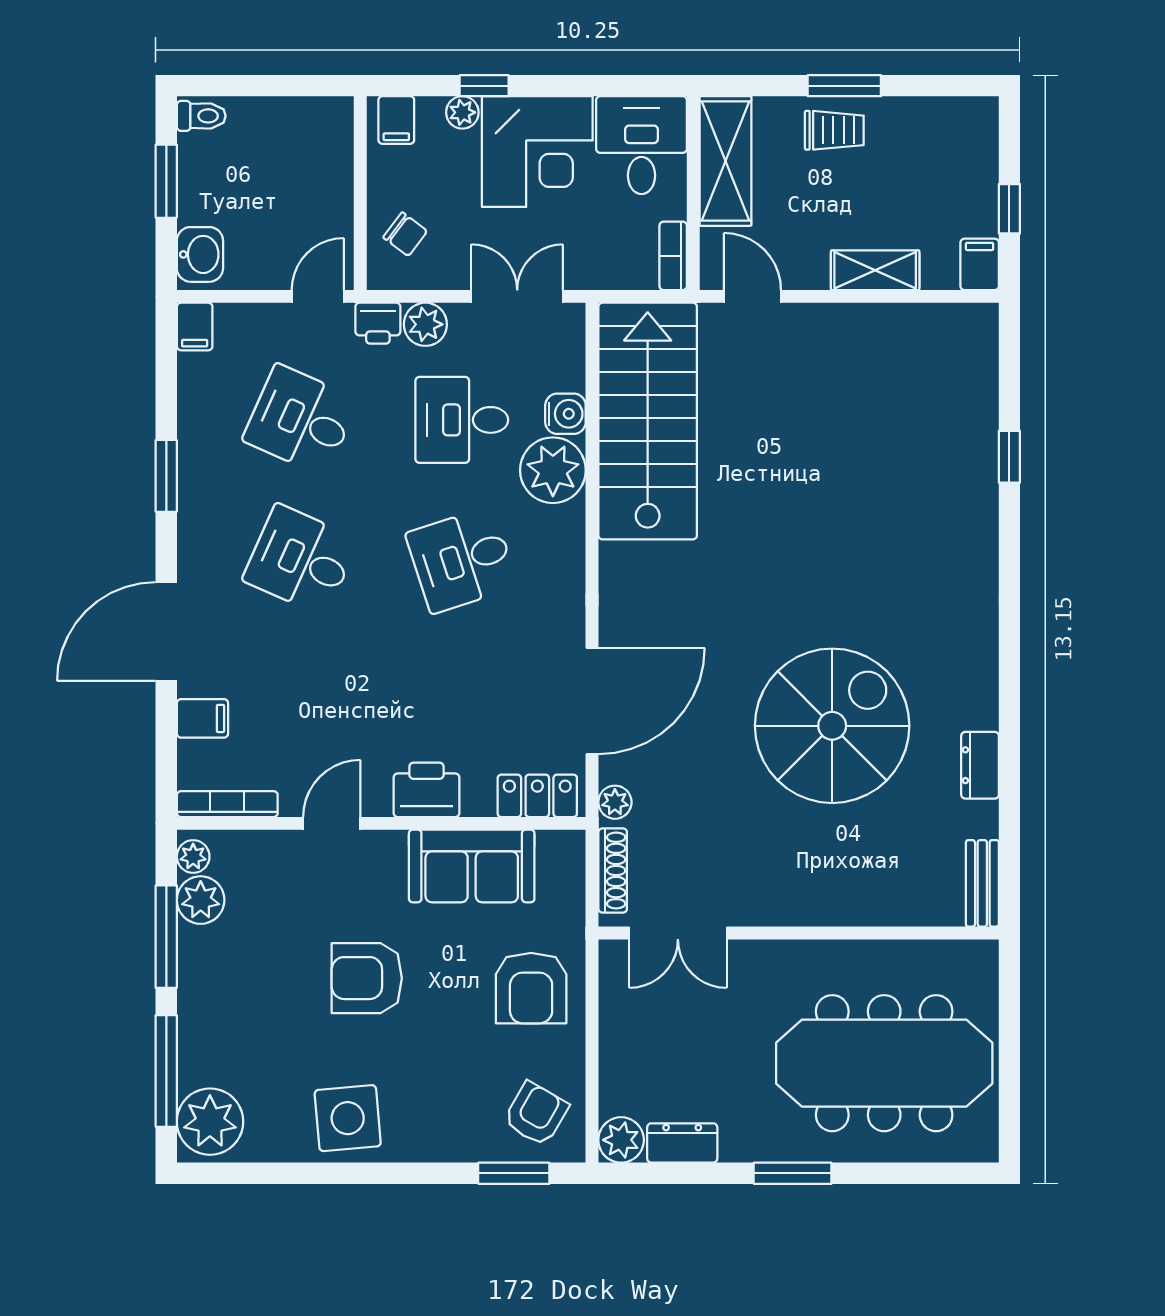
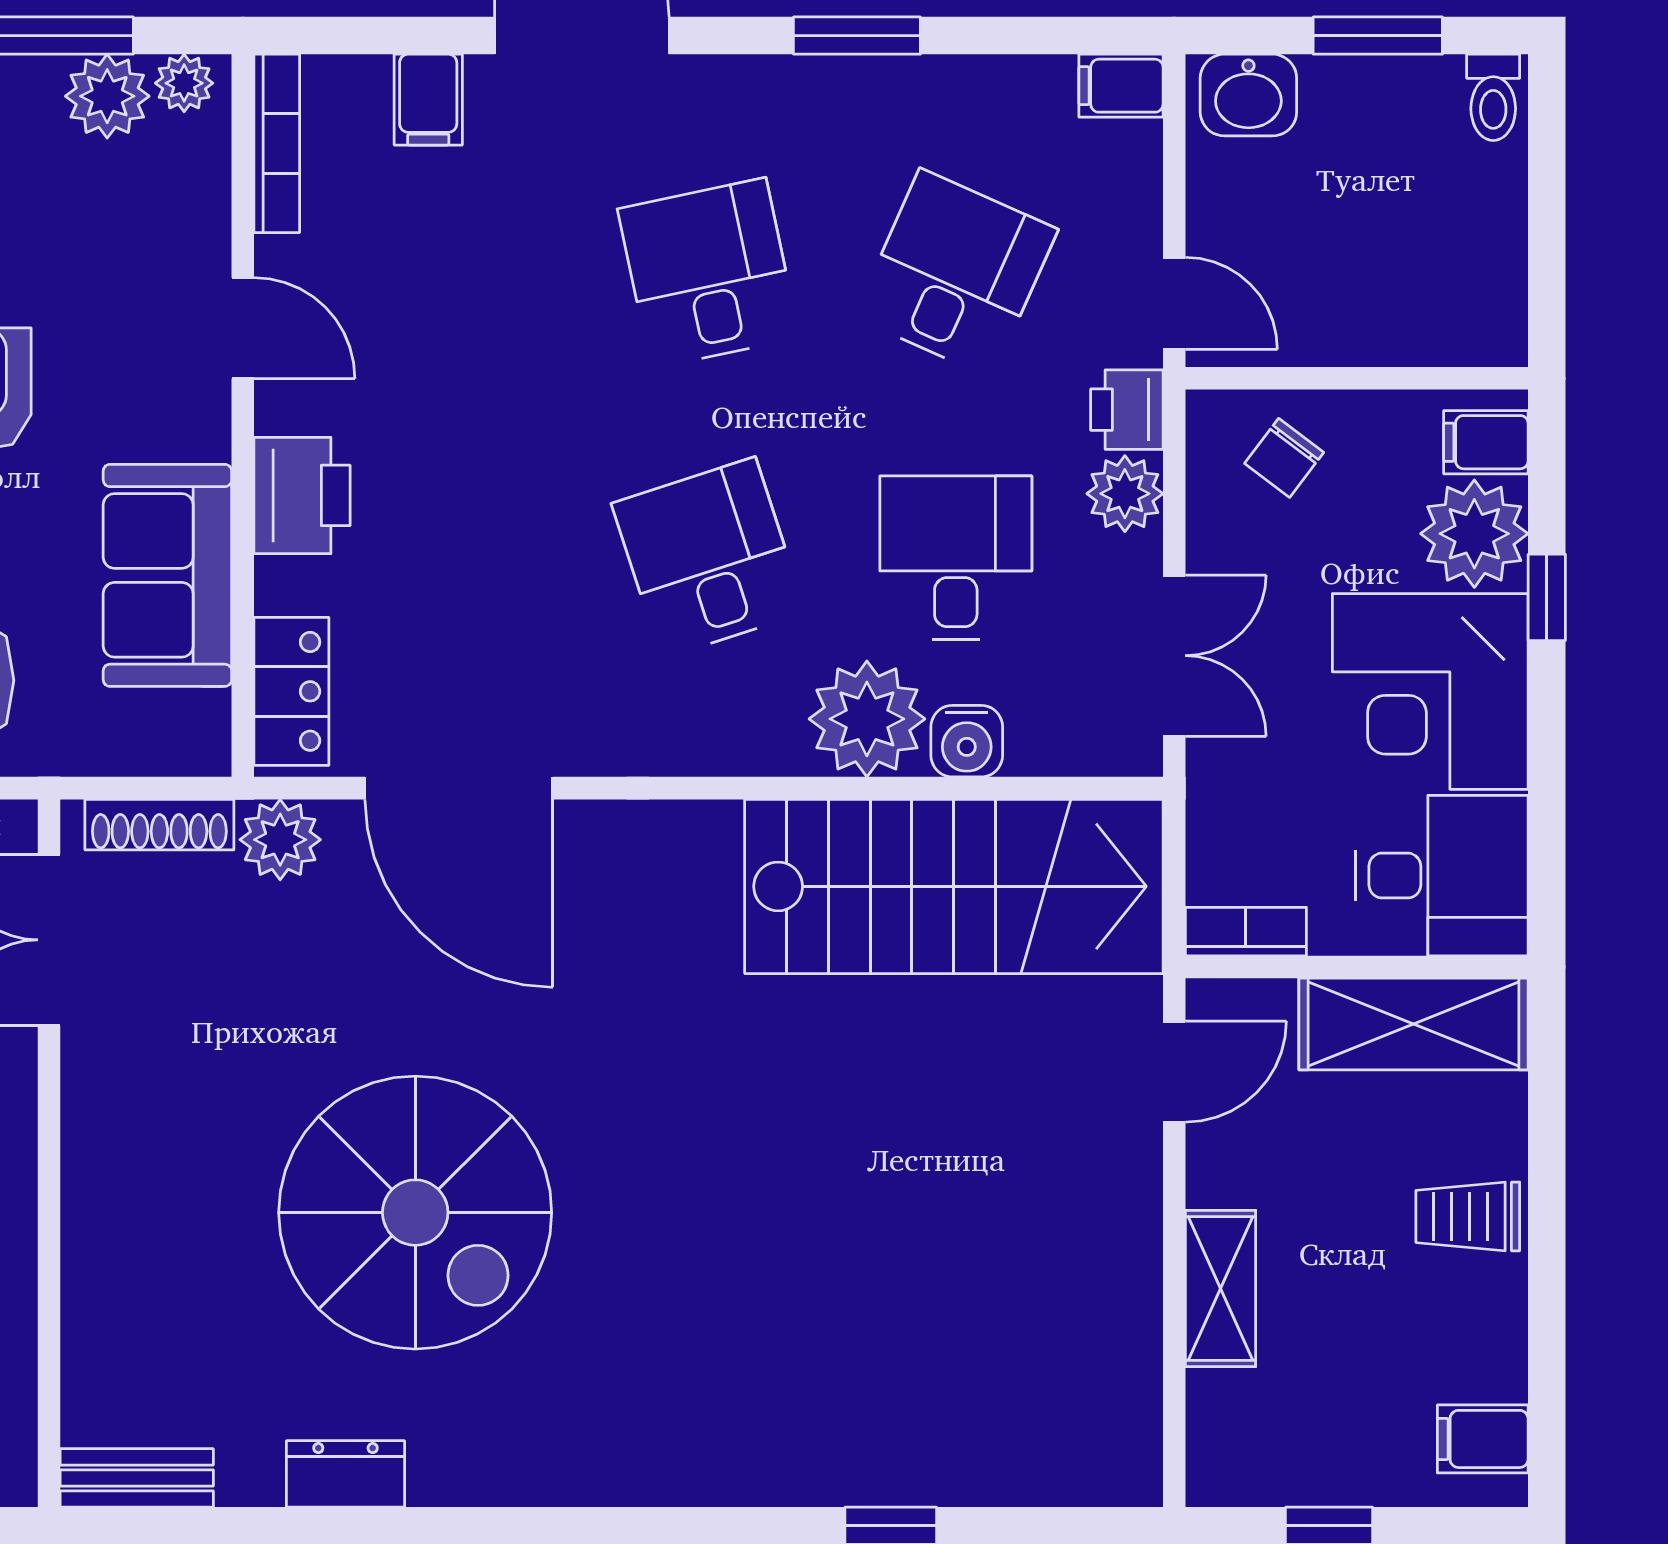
window: (844, 86) -> (1547, 1234), removed
plant: (462, 112) -> (1474, 534), width x1.87, depth x1.87
trolley: (834, 130) -> (1468, 1216), turned 90
filing cabinet: (980, 264) -> (1483, 1439), moved, turned 180
desk: (301, 560) -> (708, 273), turned -36
plant: (615, 802) -> (280, 840), width x1.38, depth x1.38

